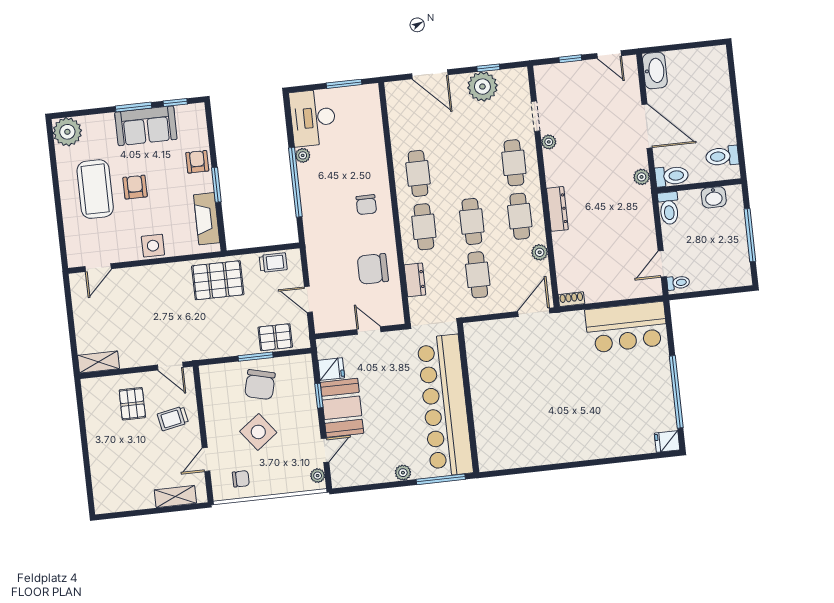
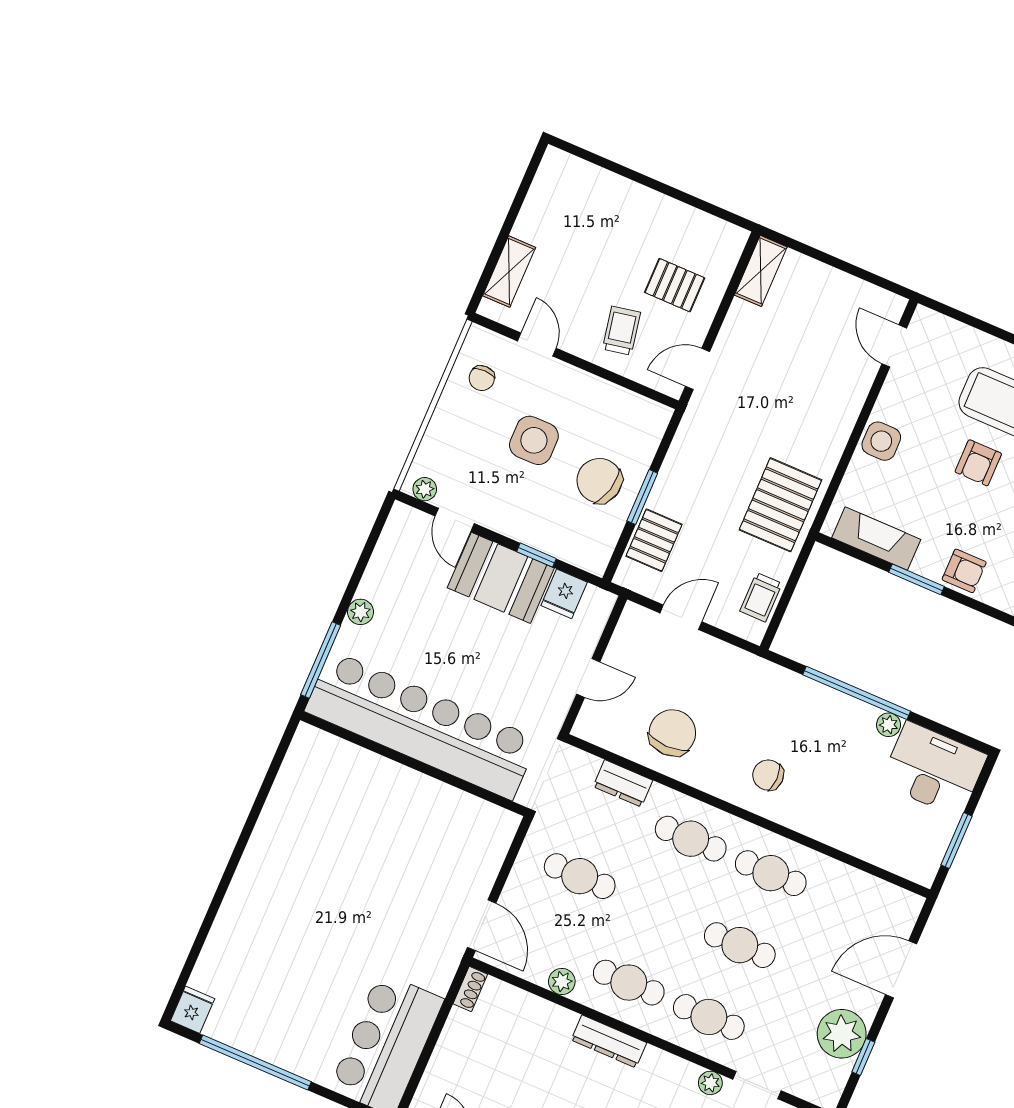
armchair: (135, 187) -> (978, 463), turned 90
cafe table: (472, 221) -> (740, 945), moved
side table: (258, 432) -> (534, 440), turned 37

